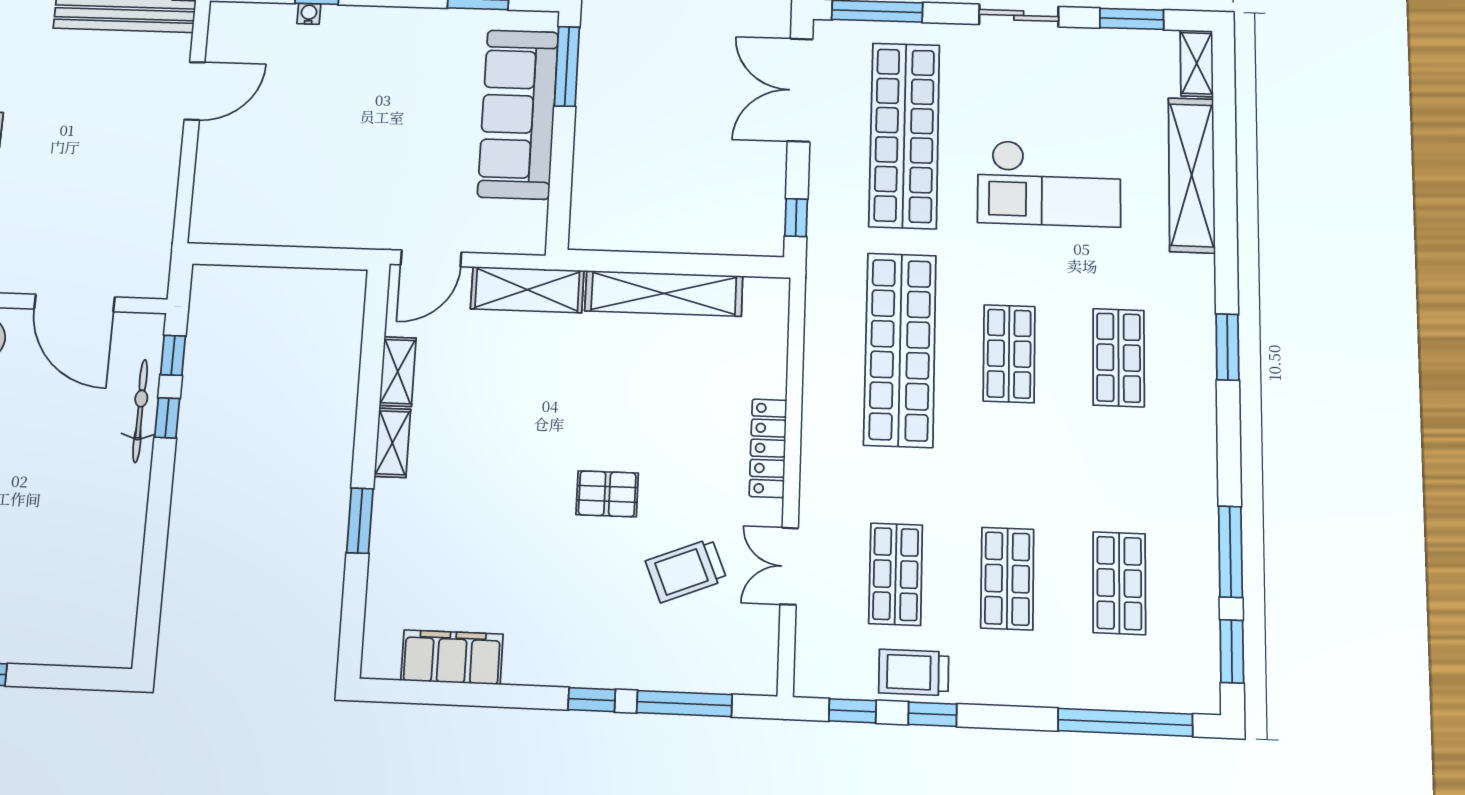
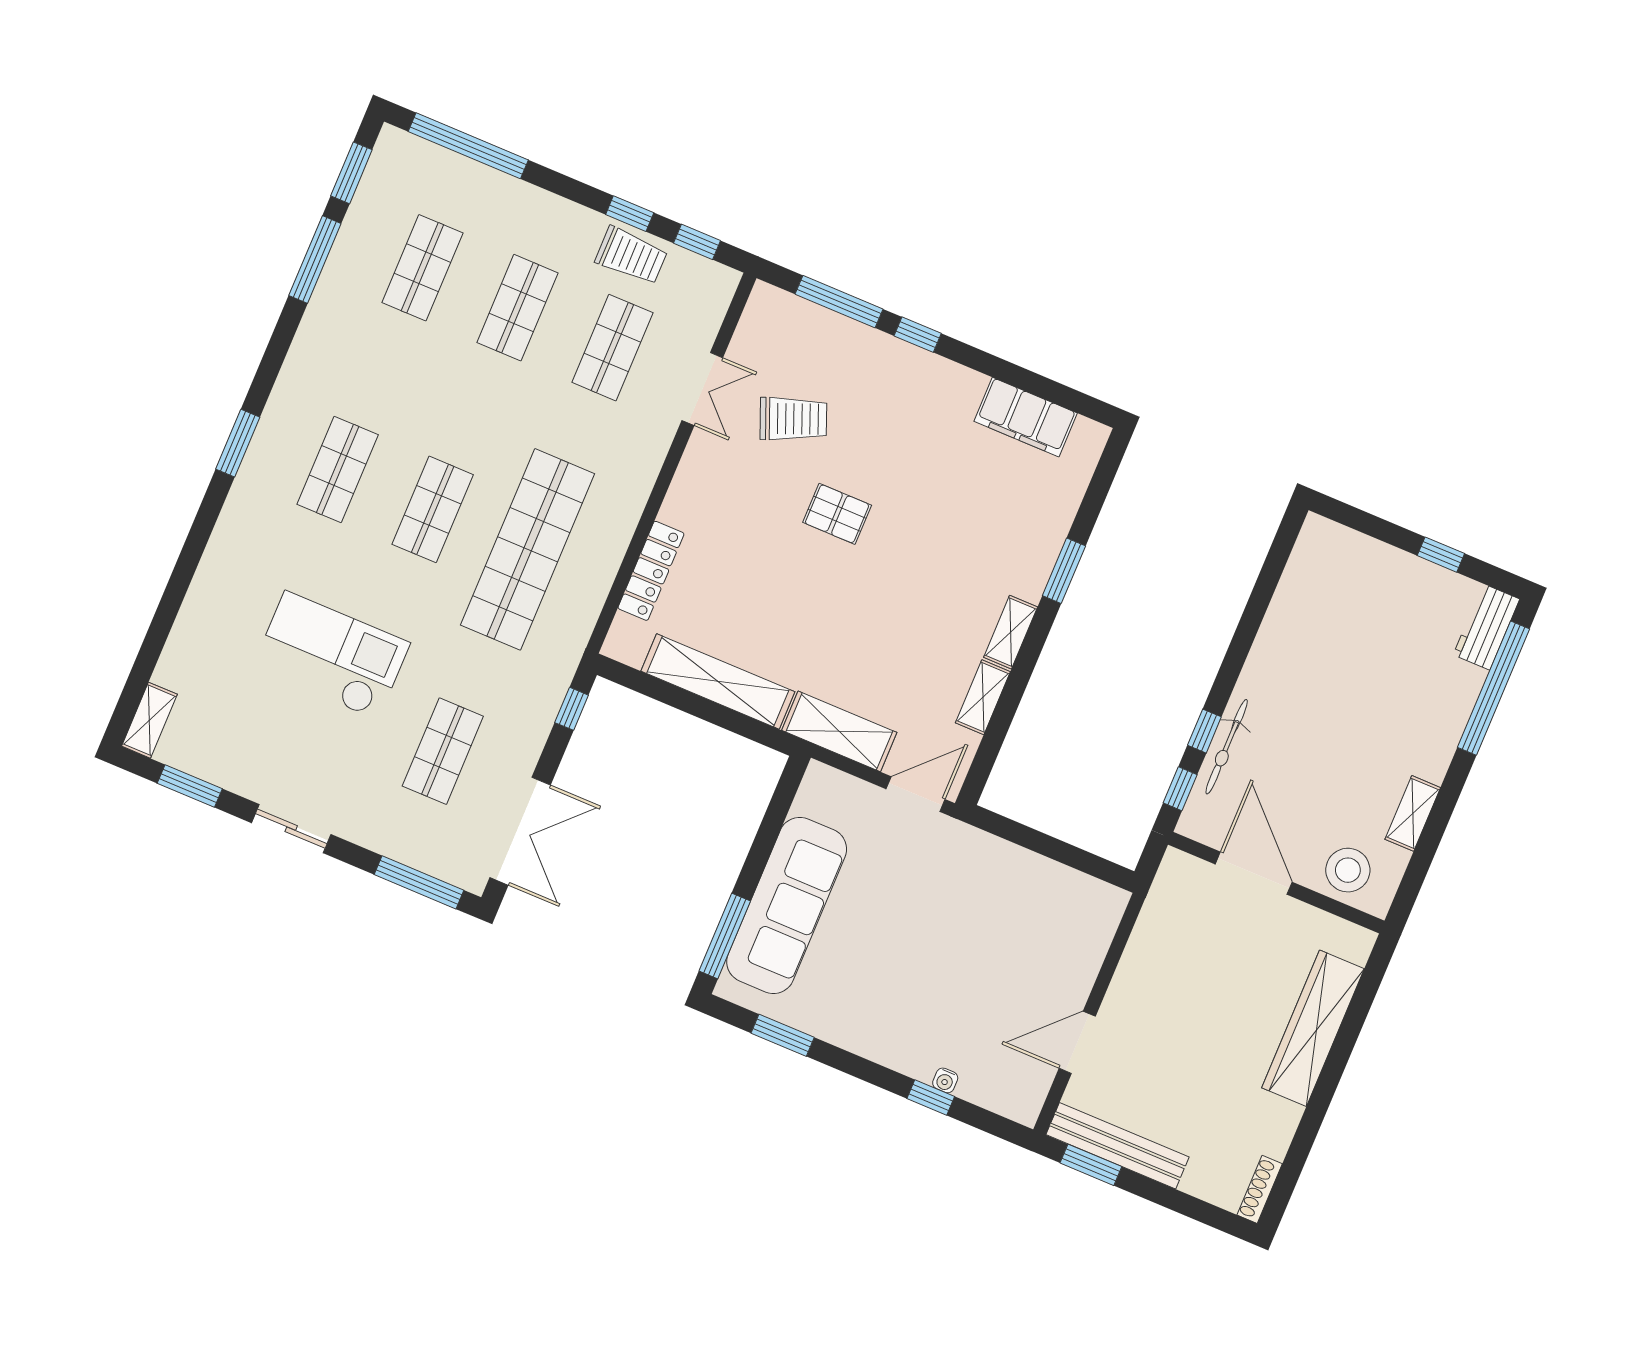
shop shelf: (904, 135) -> (443, 751), width x0.50, depth x0.74
shelving: (1192, 175) -> (200, 615), removed
locker: (768, 448) -> (651, 571), moved

